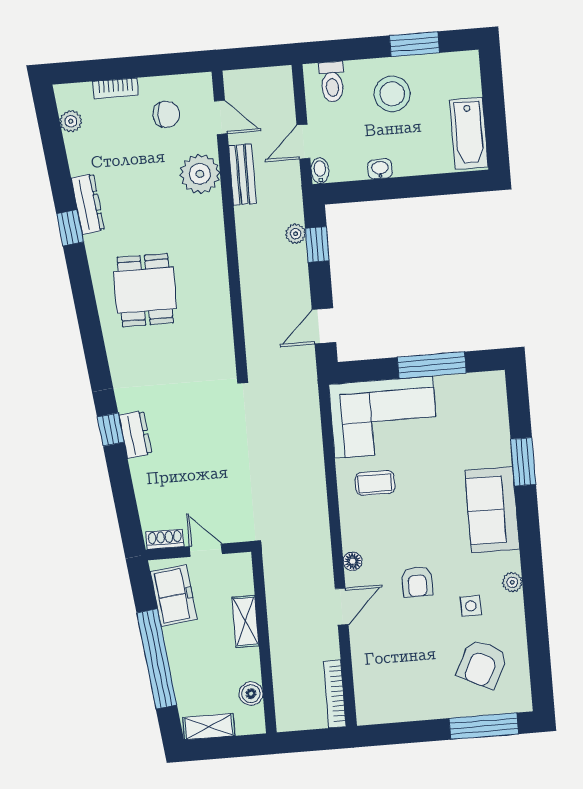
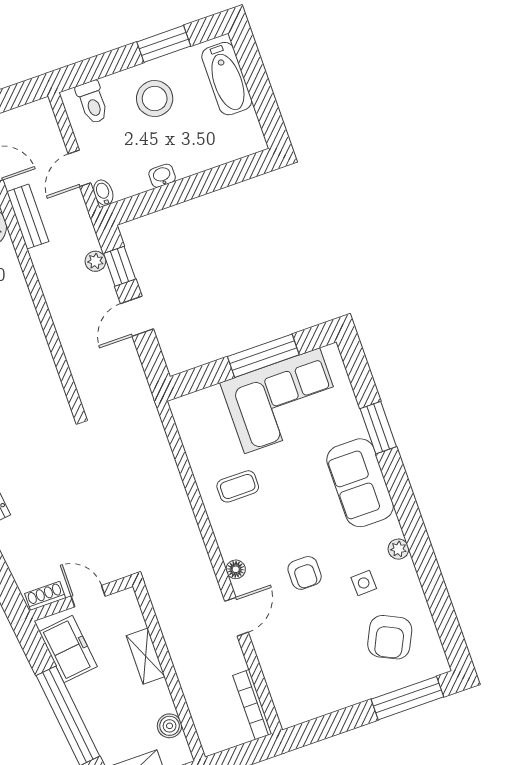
bathtub: (469, 133) -> (227, 79), moved
door: (324, 326) -> (137, 316), moved
corner sofa: (384, 417) -> (282, 401), moved

